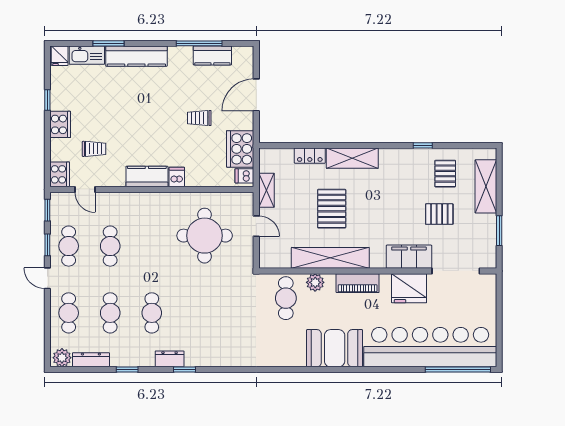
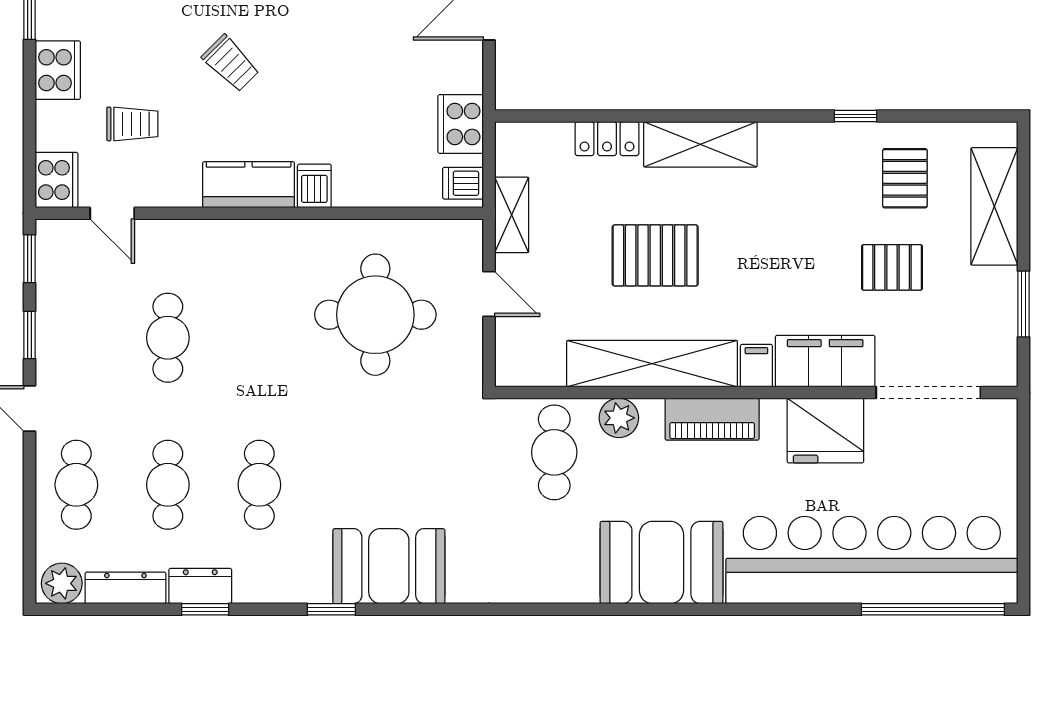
trolley: (199, 118) -> (231, 63), moved, turned -135
cooker: (240, 149) -> (461, 124), width x0.73, depth x0.76
pallet: (332, 209) -> (655, 255), turned 90
cafe table: (69, 246) -> (76, 338), removed
filing cabinet: (378, 259) -> (756, 366), added
booth: (211, 350) -> (389, 566), added
dresser: (170, 359) -> (200, 586), moved

